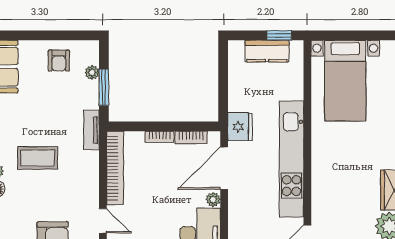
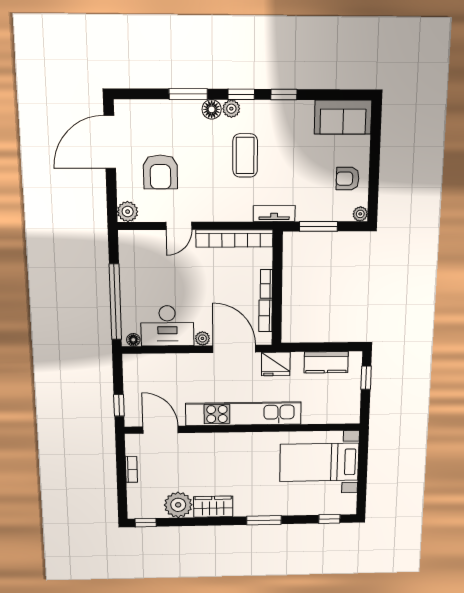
window: (279, 35) -> (366, 378), moved
kitchen counter: (267, 51) -> (326, 362), moved, turned -90
plant: (92, 73) -> (360, 214), moved

